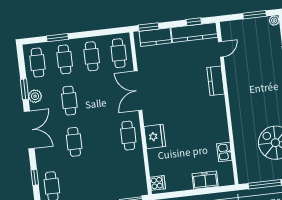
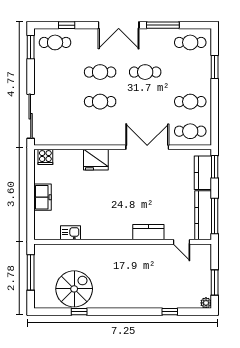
window: (194, 22) -> (215, 216), width x2.17
cafe table: (65, 59) -> (190, 72), removed
window: (24, 89) -> (163, 25), width x1.44
plant: (35, 96) -> (154, 36), removed
cafe table: (128, 136) -> (100, 102), moved
freezer: (205, 180) -> (43, 197), moved

